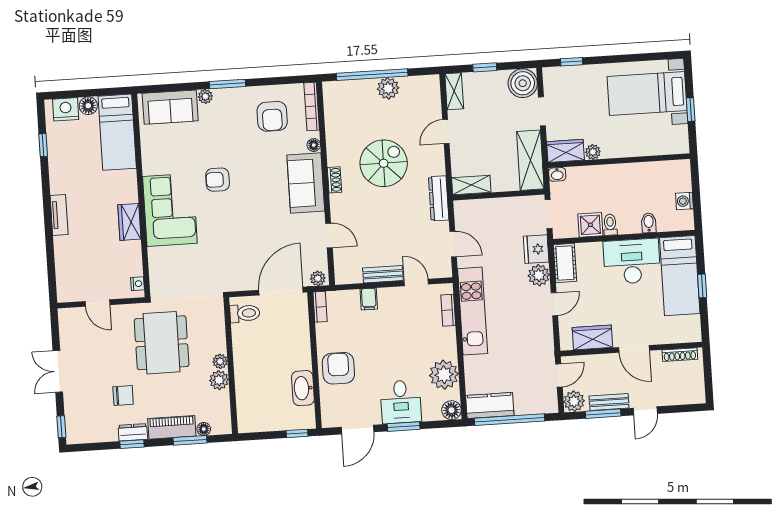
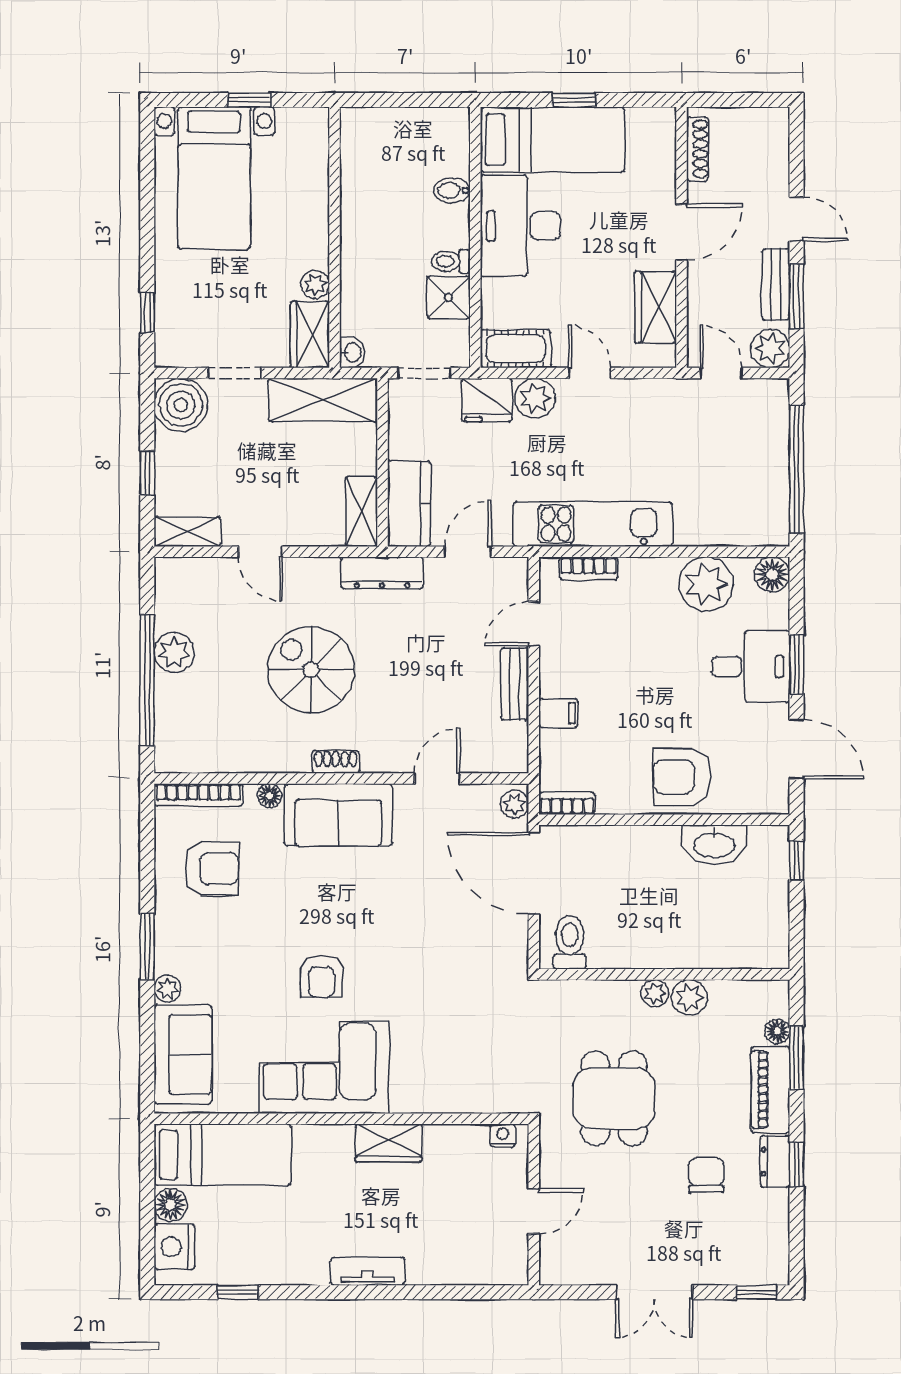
washing machine: (685, 201) -> (416, 122), removed
corner sofa: (170, 210) -> (324, 1067), moved
dining table: (162, 343) -> (614, 1098), width x0.73
kitchen counter: (490, 406) -> (409, 504), moved, turned 180

